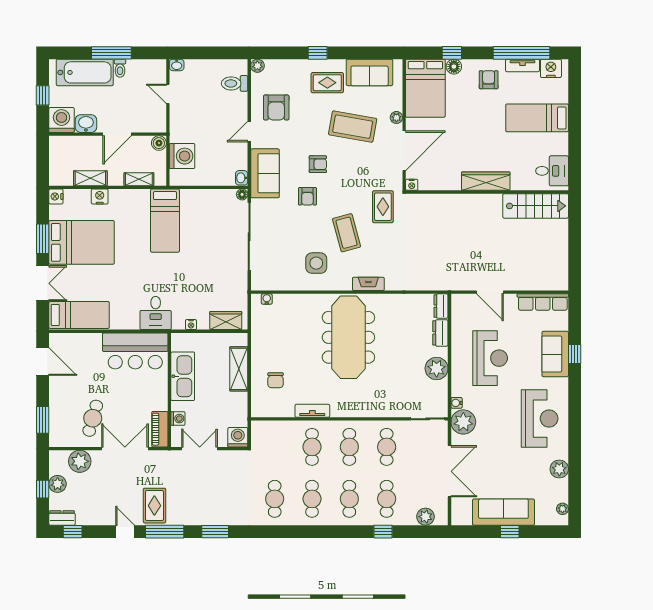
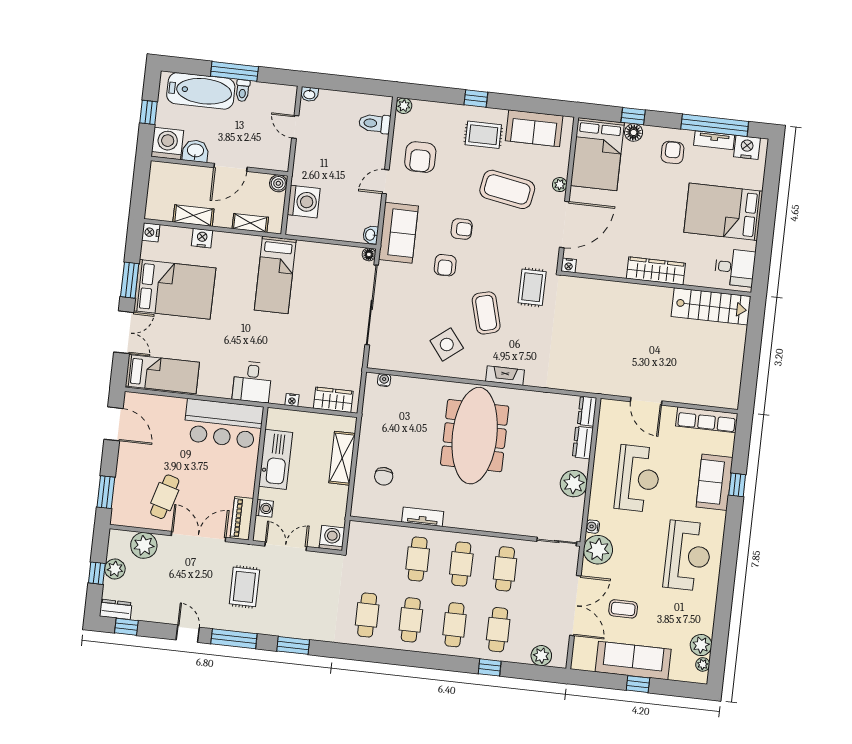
bed: (537, 118) -> (723, 212), width x1.50
side table: (316, 263) -> (447, 344), turned -38
coffee table: (490, 469) -> (623, 609), added
plant: (559, 469) -> (701, 645), moved
rug: (154, 506) -> (244, 587), moved

